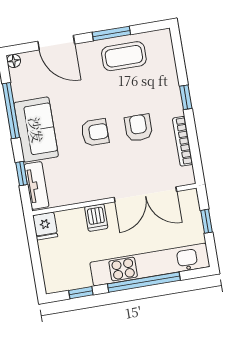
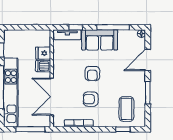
coffee table: (124, 56) -> (126, 109), moved
window: (186, 97) -> (123, 129), moved
armchair: (139, 128) -> (91, 99), turned 180
window: (206, 221) -> (30, 129), width x2.17
fridge: (45, 226) -> (43, 53), moved

